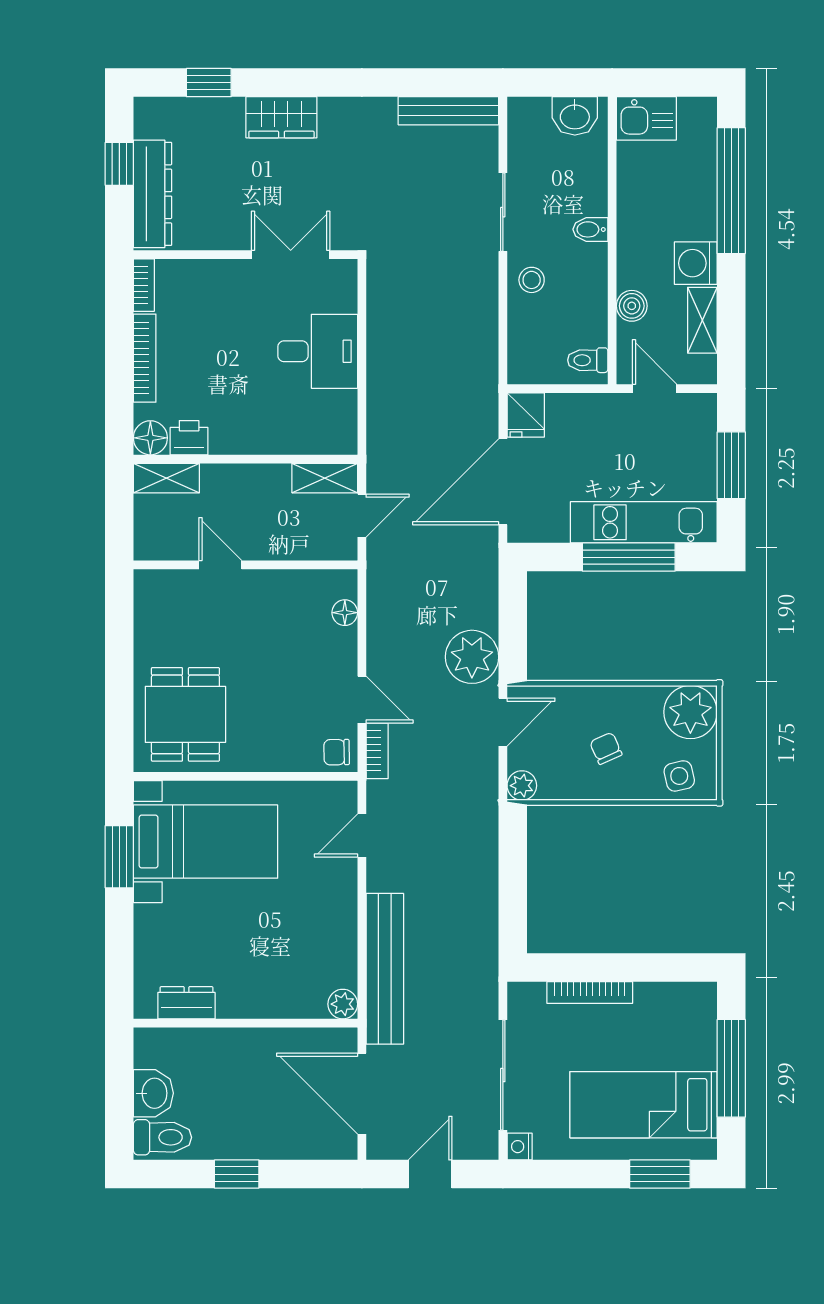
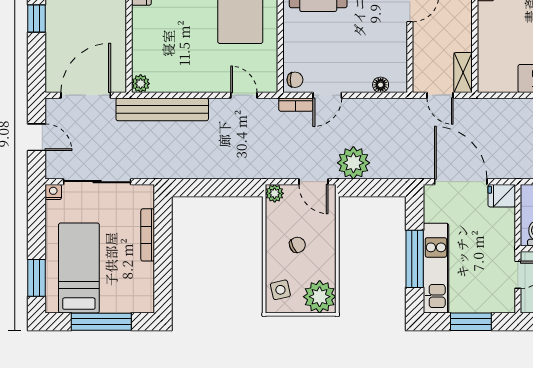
chair: (337, 752) -> (295, 80), turned 91

